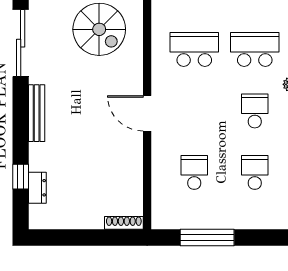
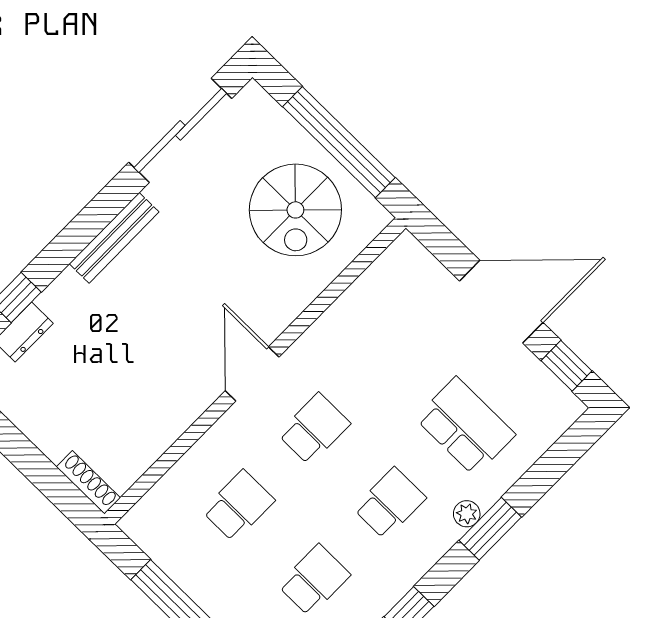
school desk: (194, 49) -> (314, 429), moved, width x0.54

